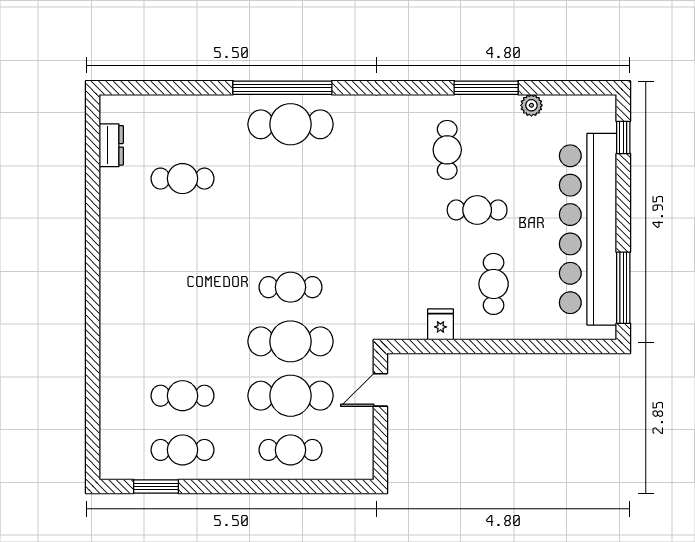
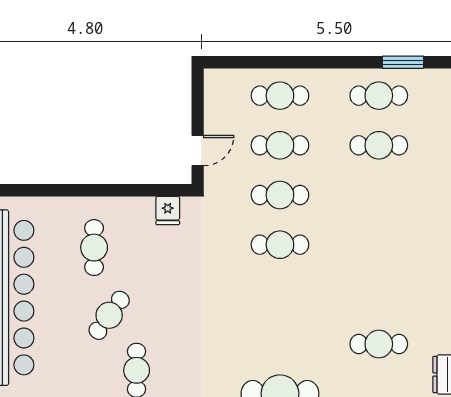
cafe table: (477, 210) -> (109, 315), turned -54
fridge: (440, 324) -> (168, 210), moved
cafe table: (291, 341) -> (280, 195), width x0.73, depth x0.74
cafe table: (291, 396) -> (280, 145), width x0.73, depth x0.74

